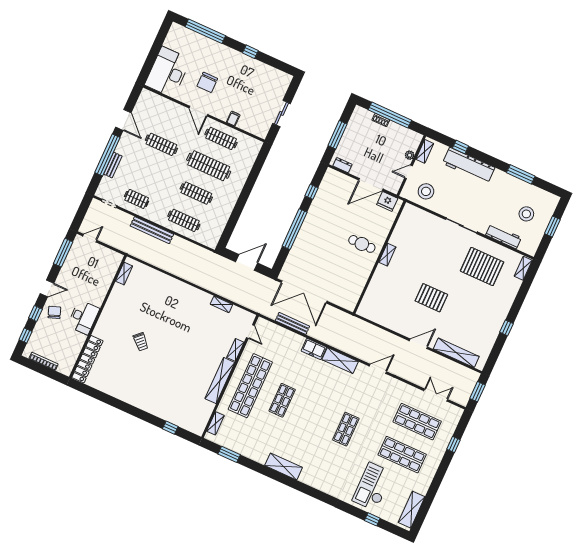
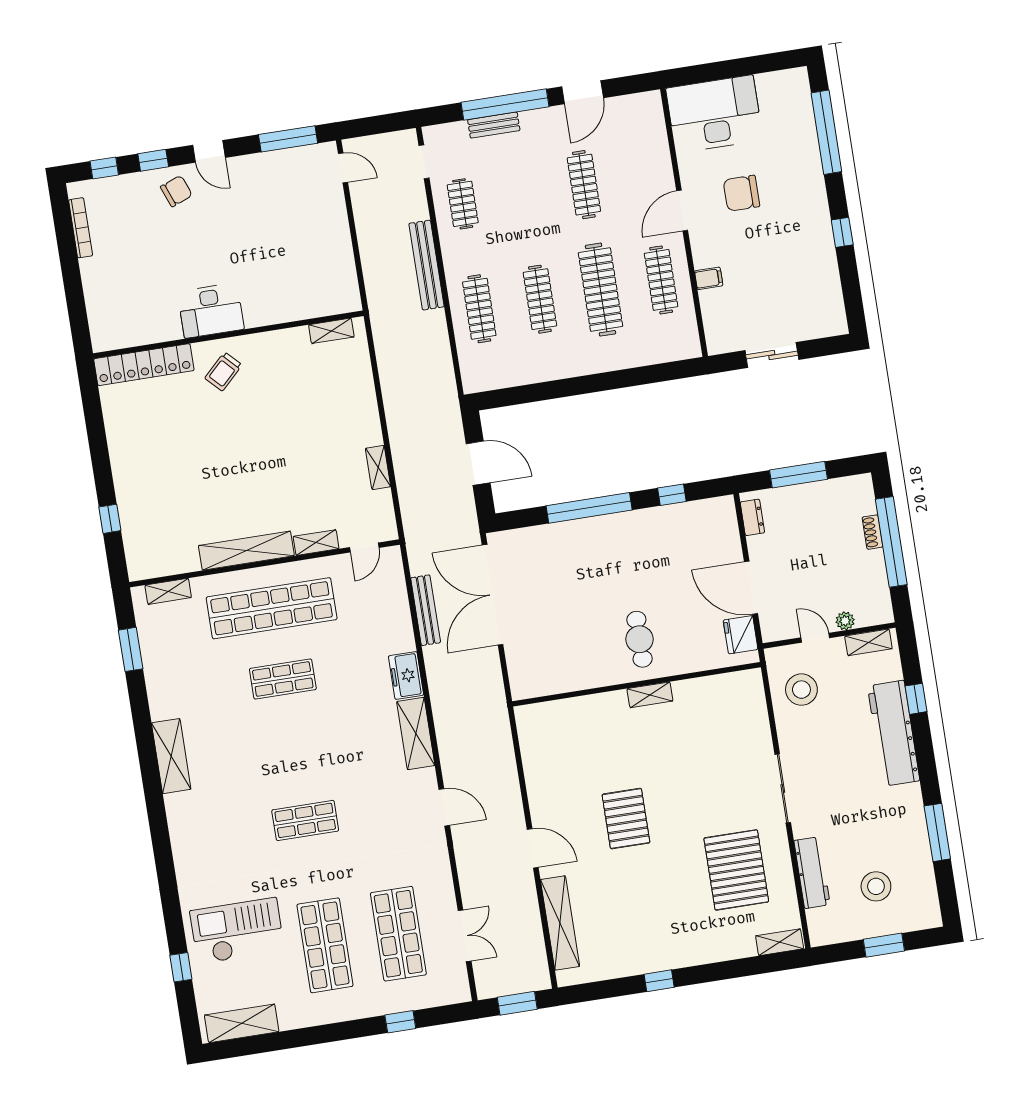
shelving: (124, 274) -> (331, 331), moved
desk: (83, 317) -> (211, 311), moved
wall: (98, 317) -> (228, 335), moved
locker: (87, 359) -> (144, 365), moved

